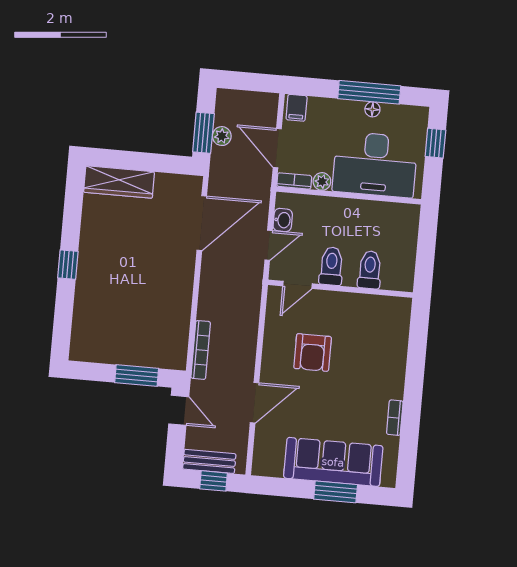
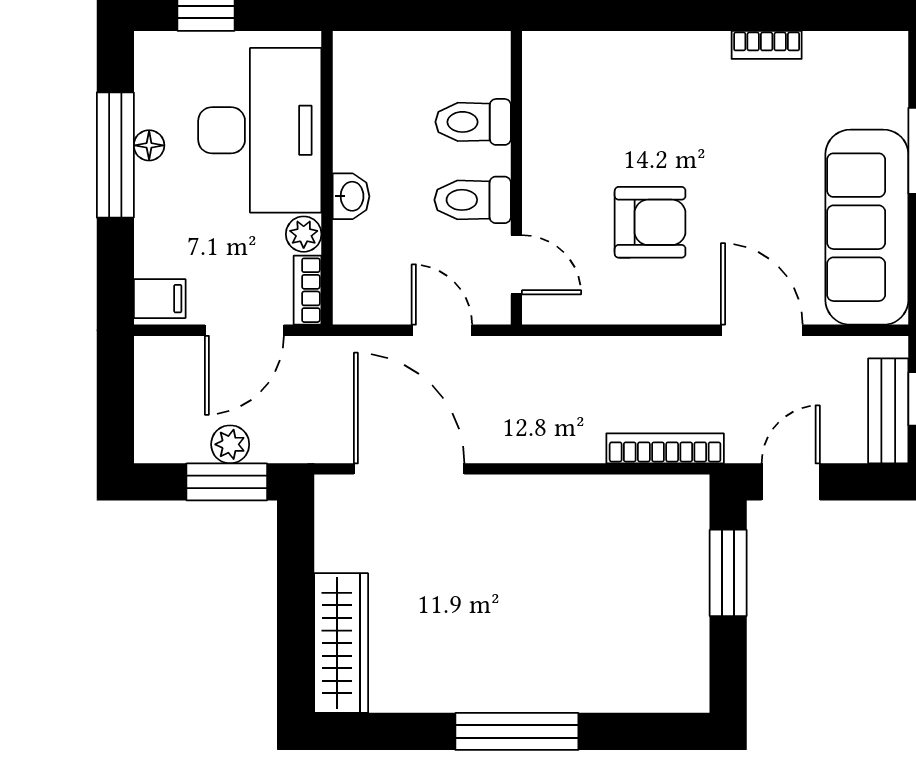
washbasin: (283, 220) -> (351, 196), moved, turned 90
window: (68, 265) -> (517, 731), width x2.17
sofa: (333, 462) -> (867, 227), moved

